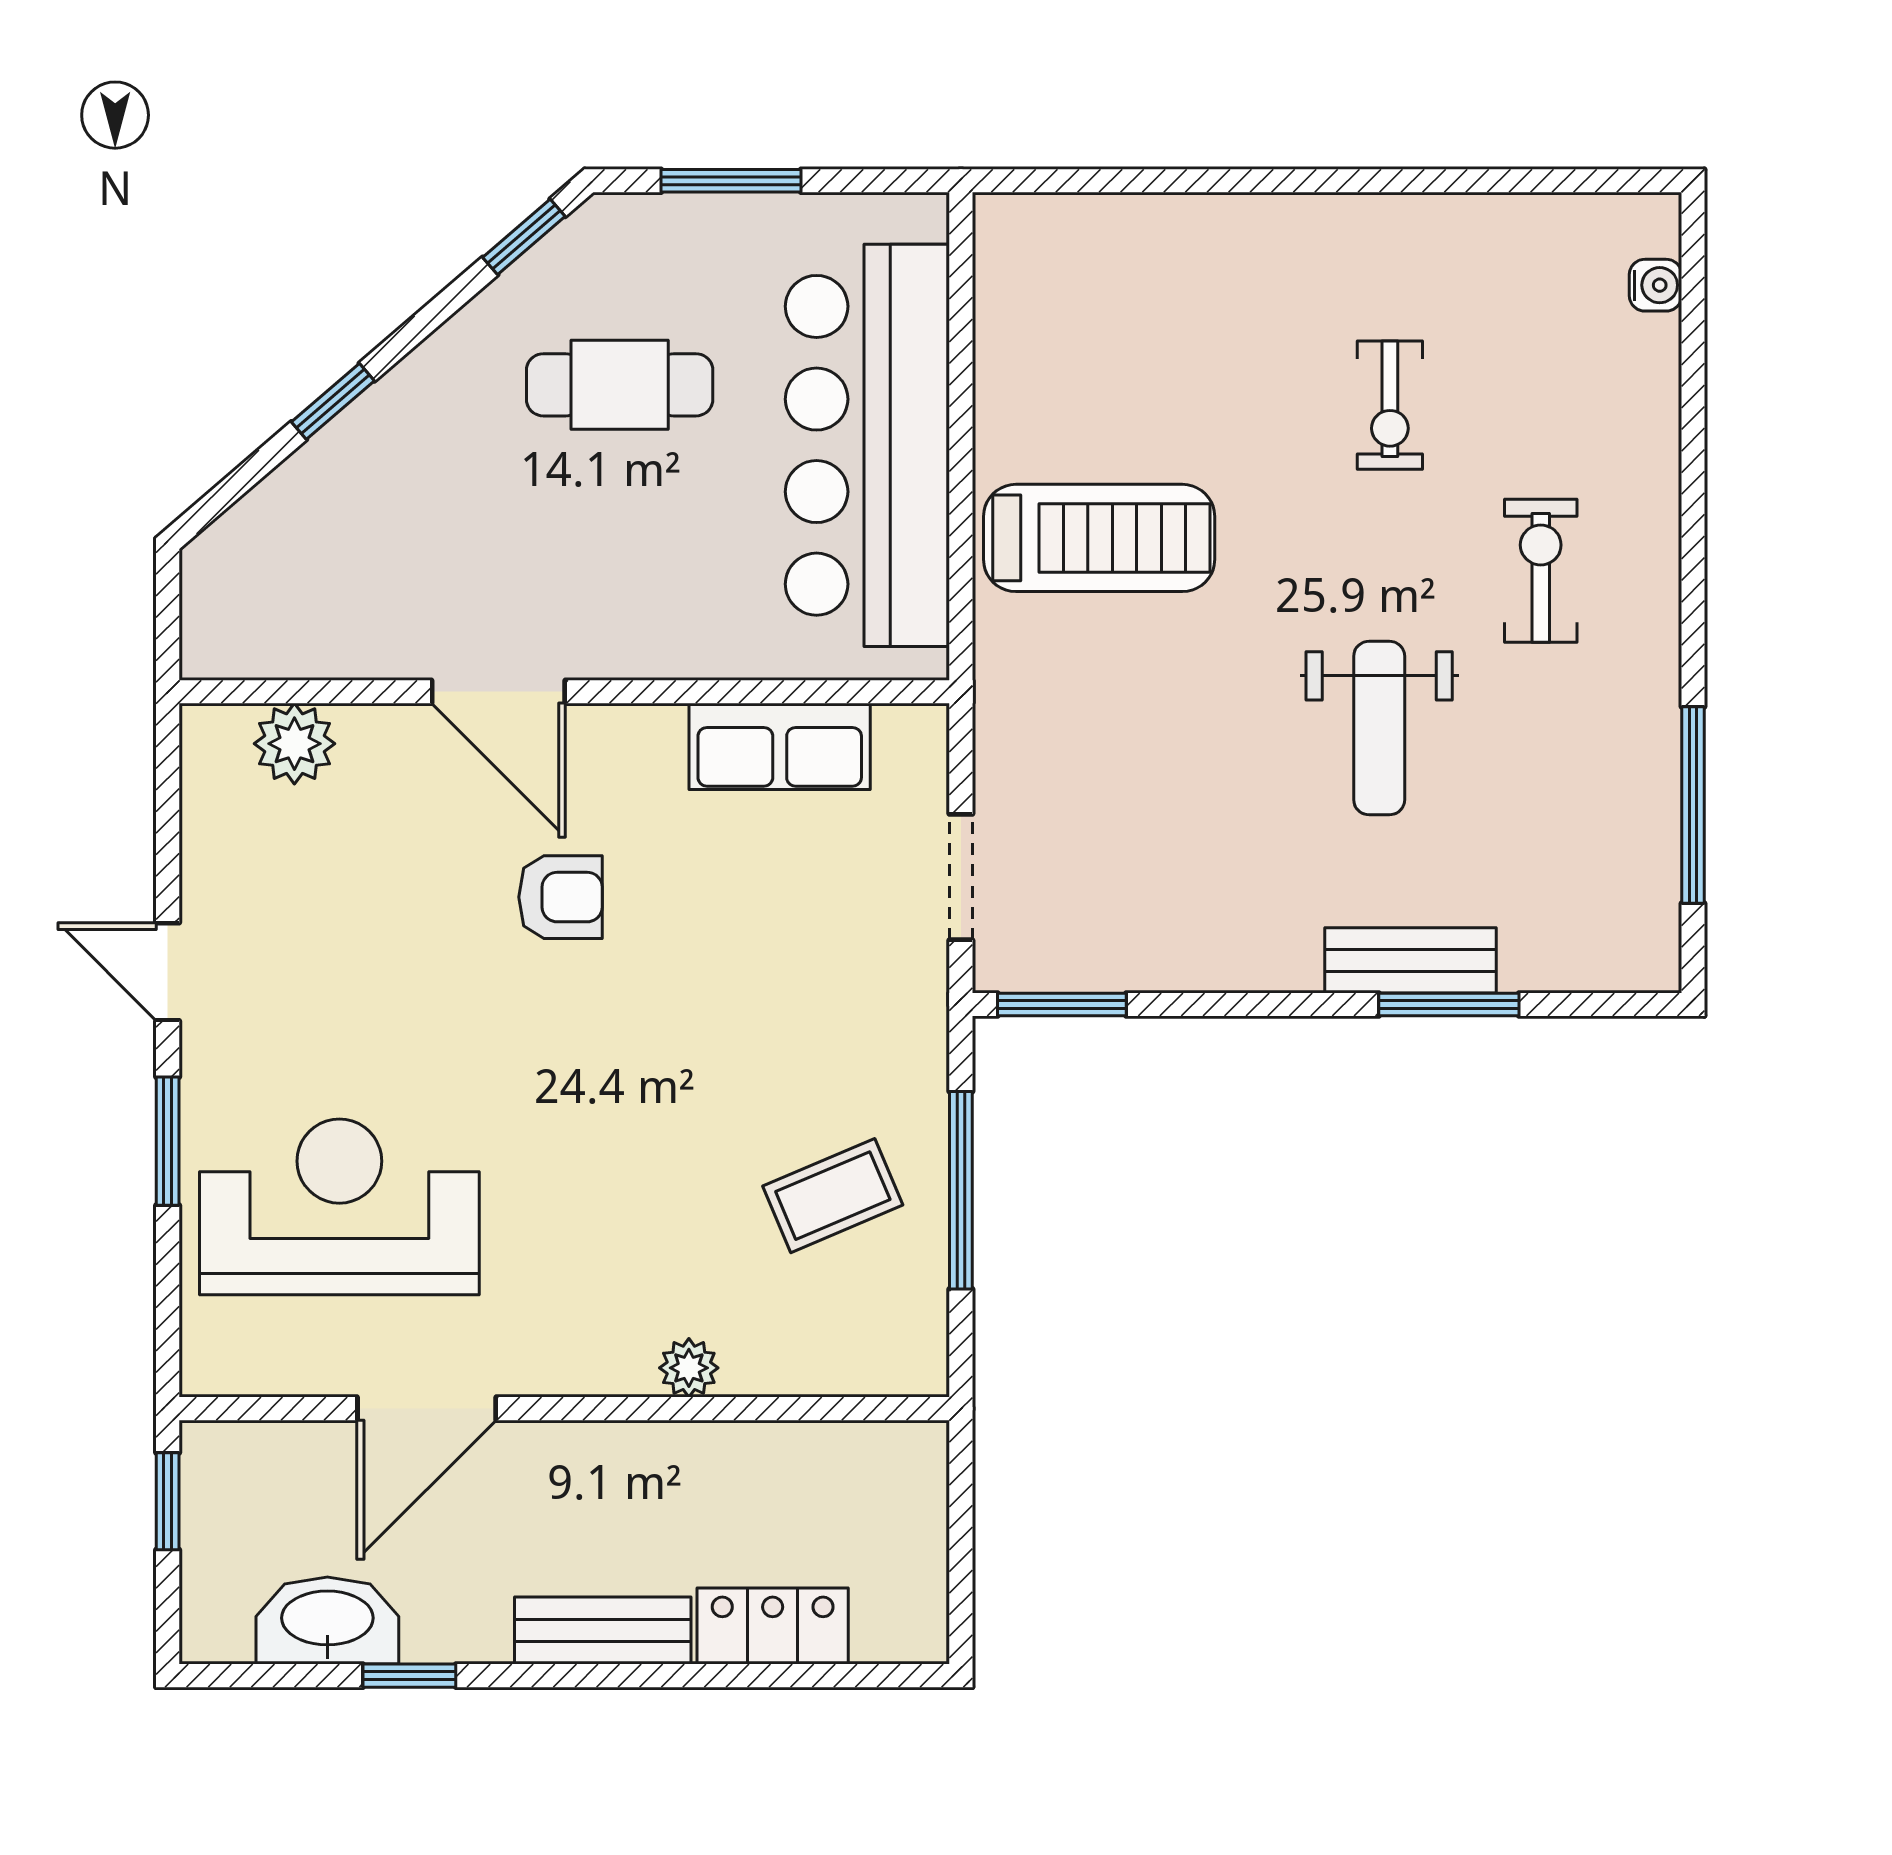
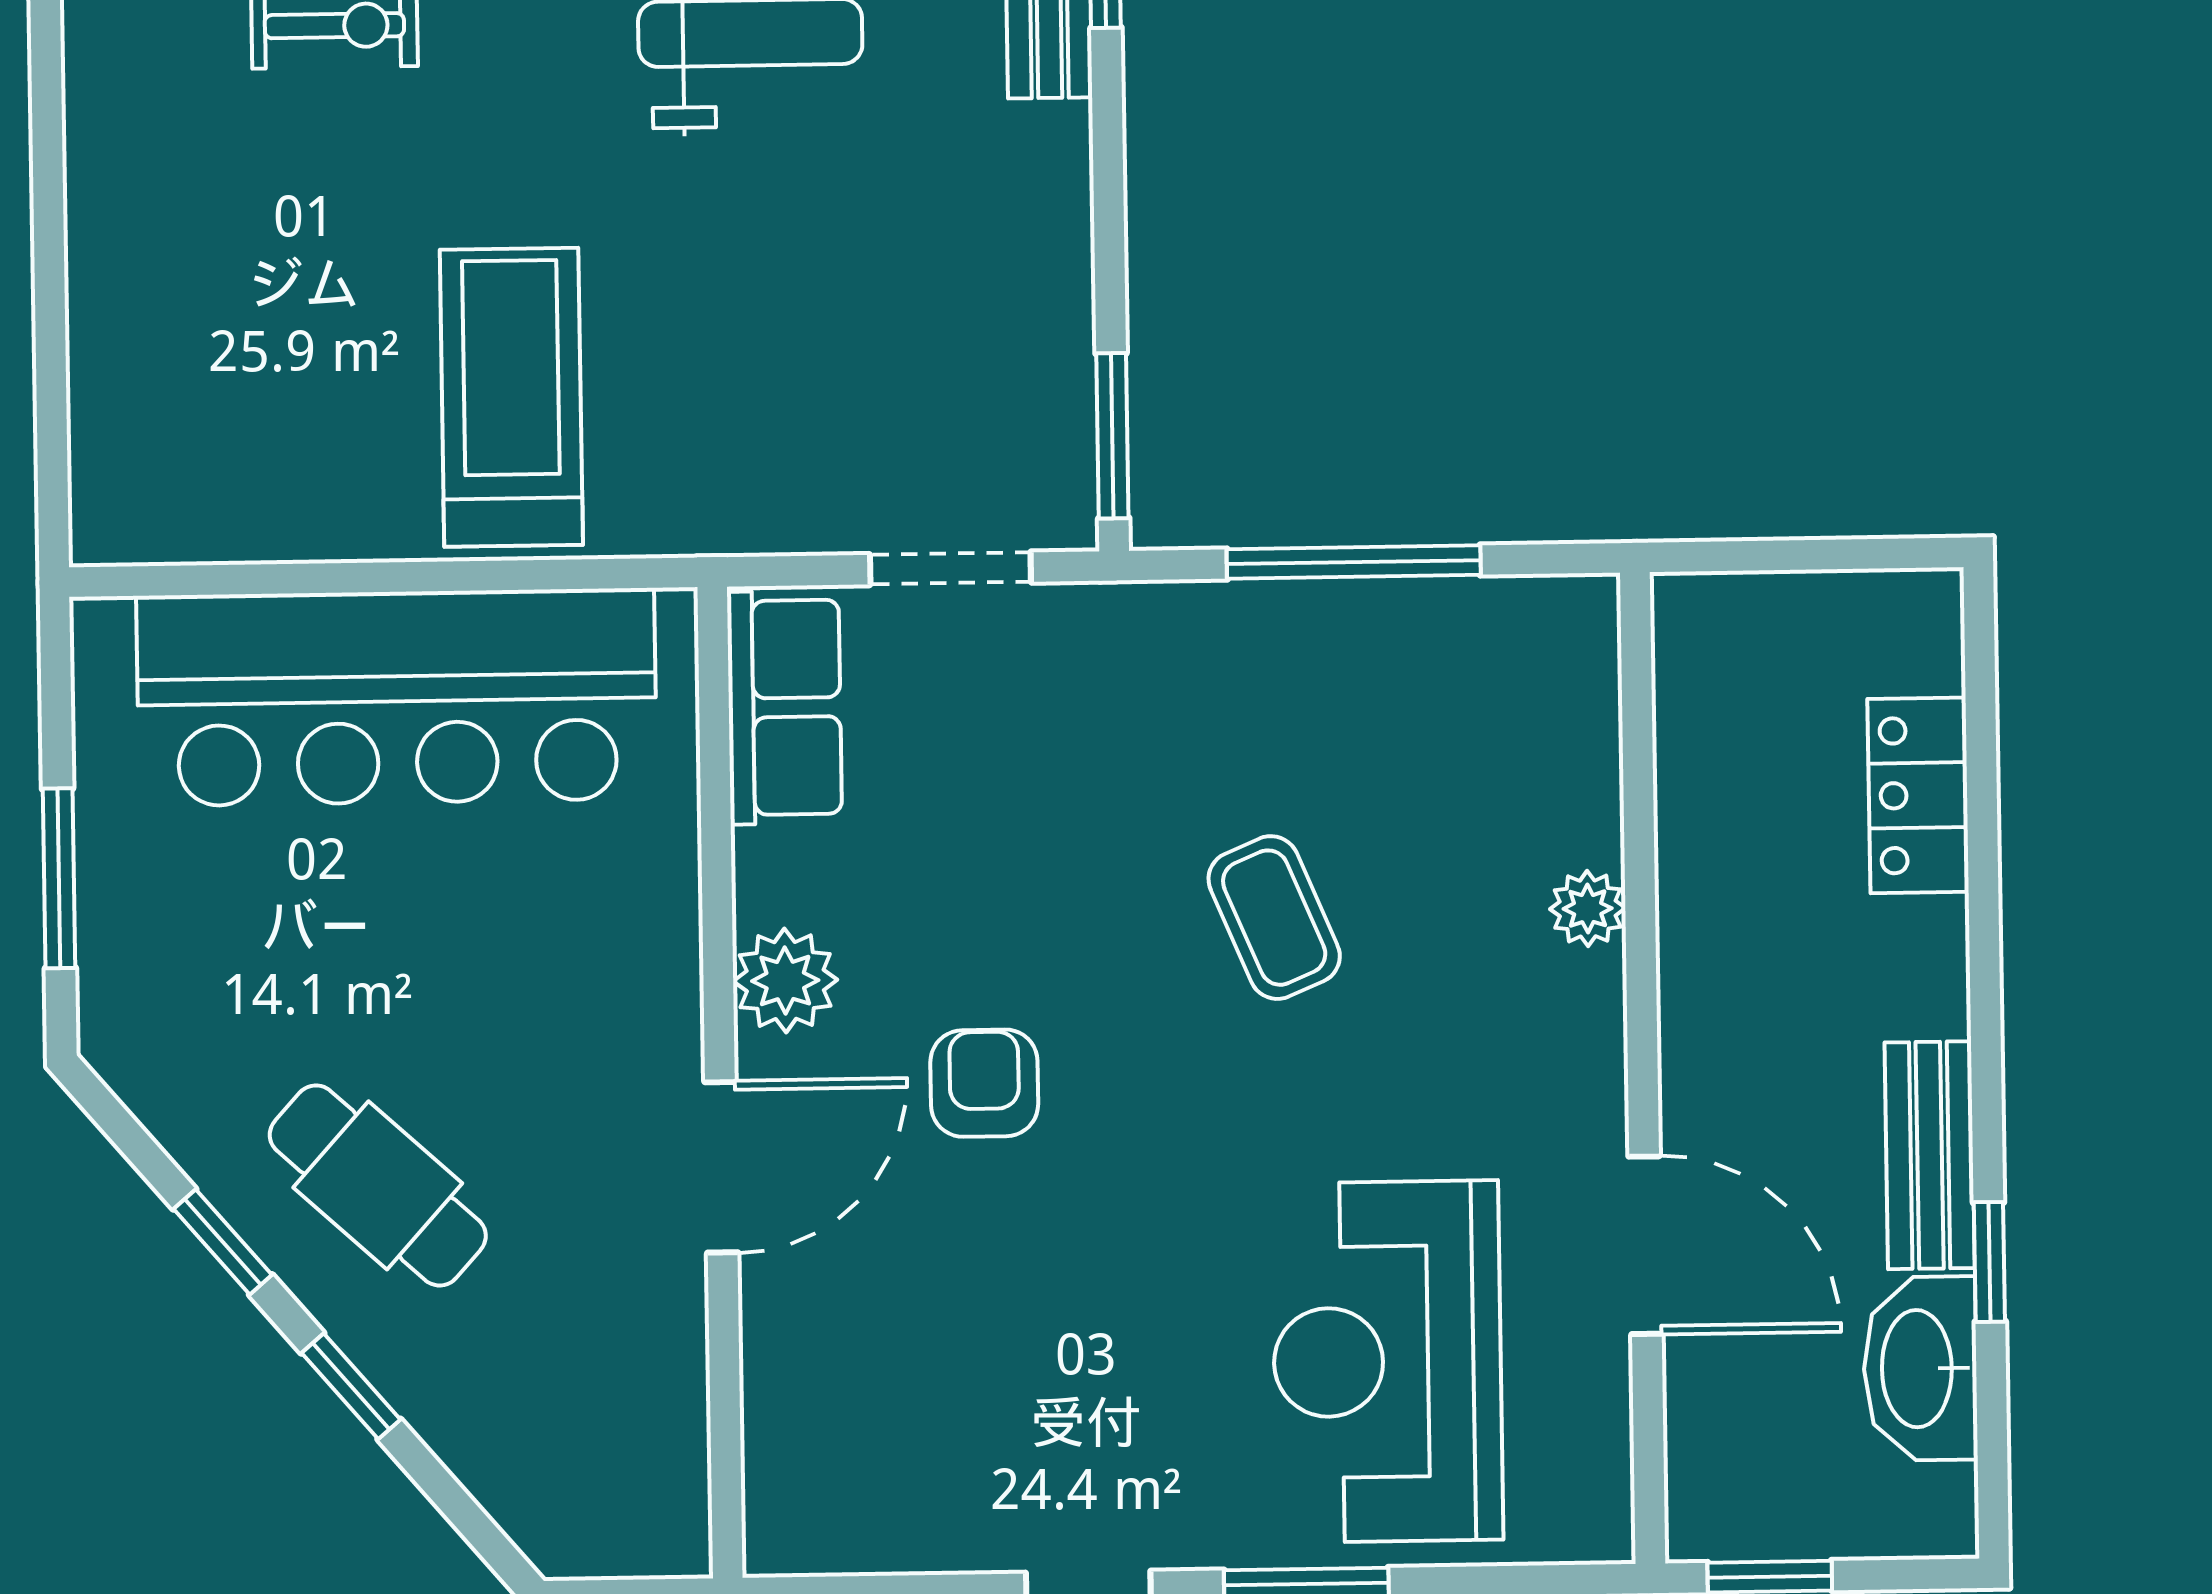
window: (524, 237) -> (223, 1242), moved
cafe table: (620, 385) -> (378, 1185), moved, turned -48
plant: (294, 744) -> (785, 981), moved
row of seats: (780, 746) -> (785, 707), moved
coffee table: (833, 1196) -> (1274, 918), moved
bench: (603, 1631) -> (1930, 1155), moved

